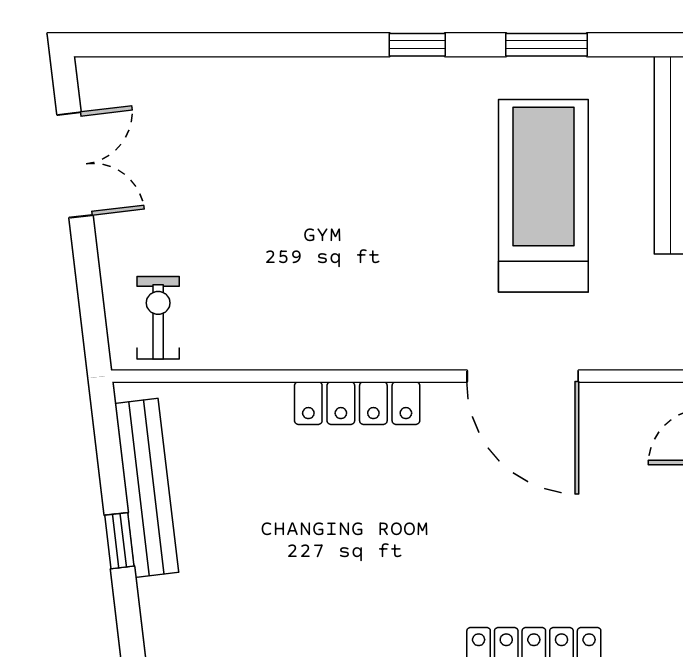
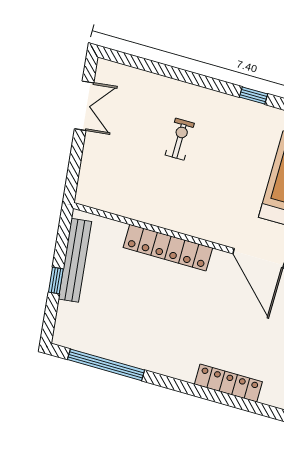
exercise bike: (158, 318) -> (180, 139), moved
locker: (357, 403) -> (168, 248), width x1.41, depth x1.21

